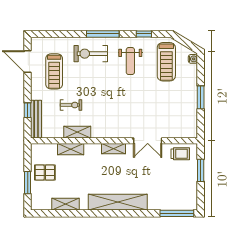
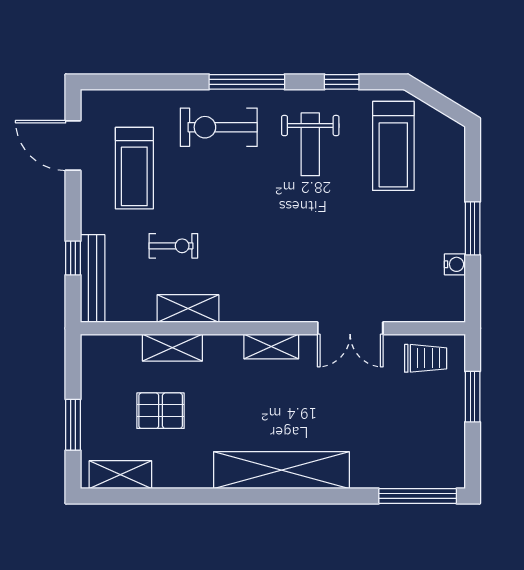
water cooler: (193, 59) -> (455, 264), moved
pallet: (45, 172) -> (161, 411), moved
shelving: (65, 204) -> (120, 475), moved

